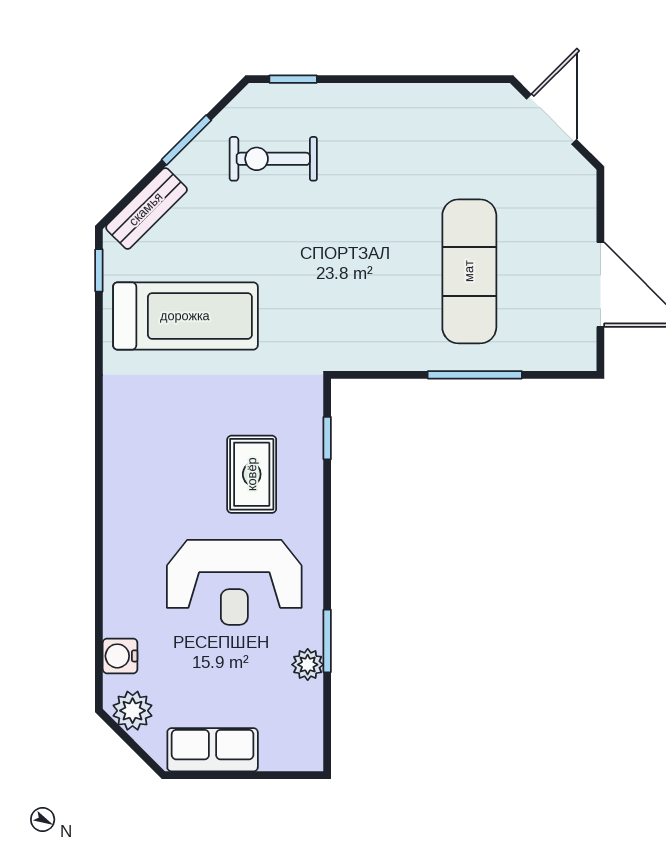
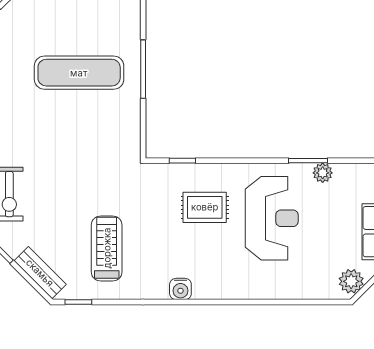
treadmill: (185, 316) -> (107, 248), width x0.73, depth x0.73
water cooler: (120, 656) -> (180, 289), moved

